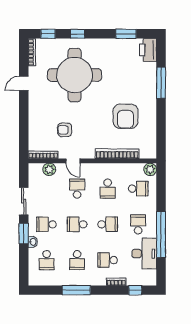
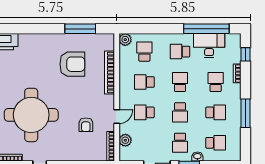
window: (161, 83) -> (80, 29), moved
school desk: (108, 189) -> (144, 82), turned 180
window: (161, 234) -> (206, 29), moved
school desk: (108, 260) -> (216, 82), turned 180

